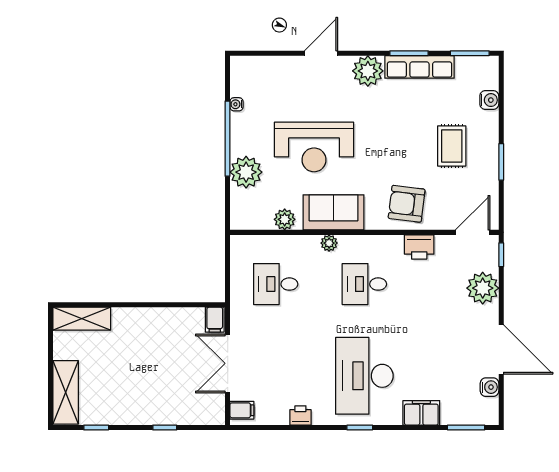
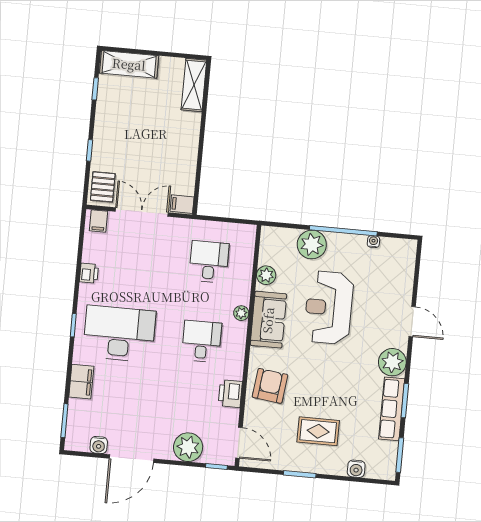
pallet: (204, 409) -> (103, 187), added

